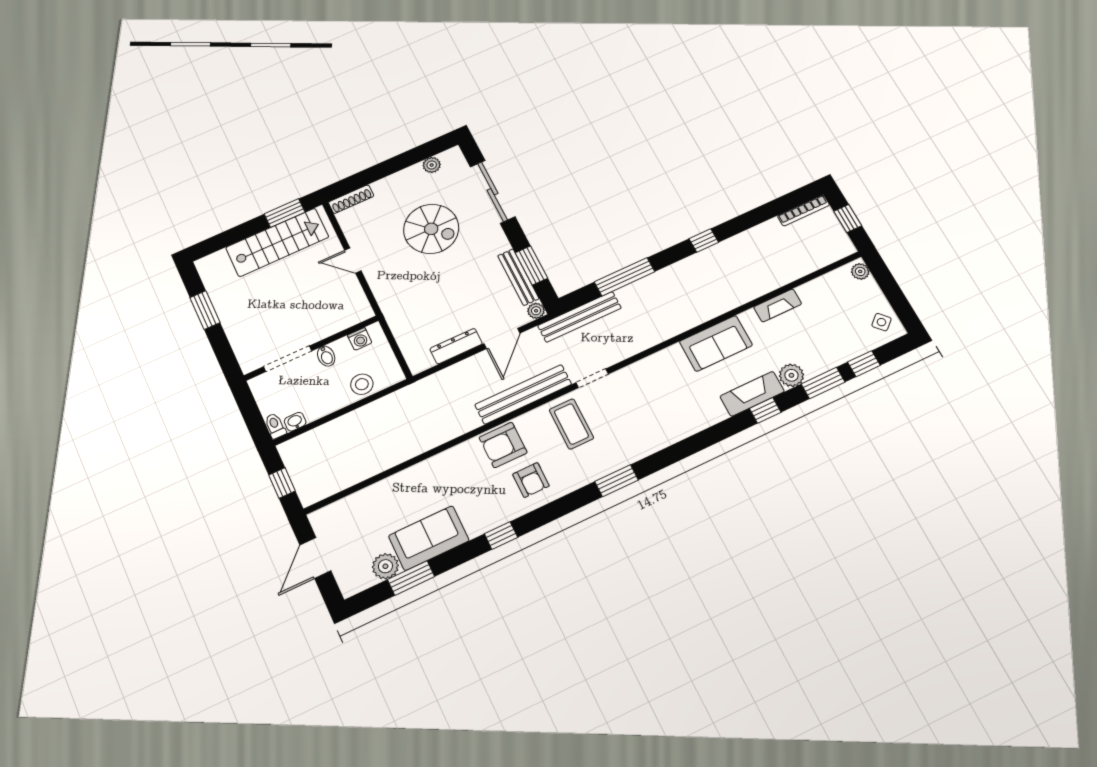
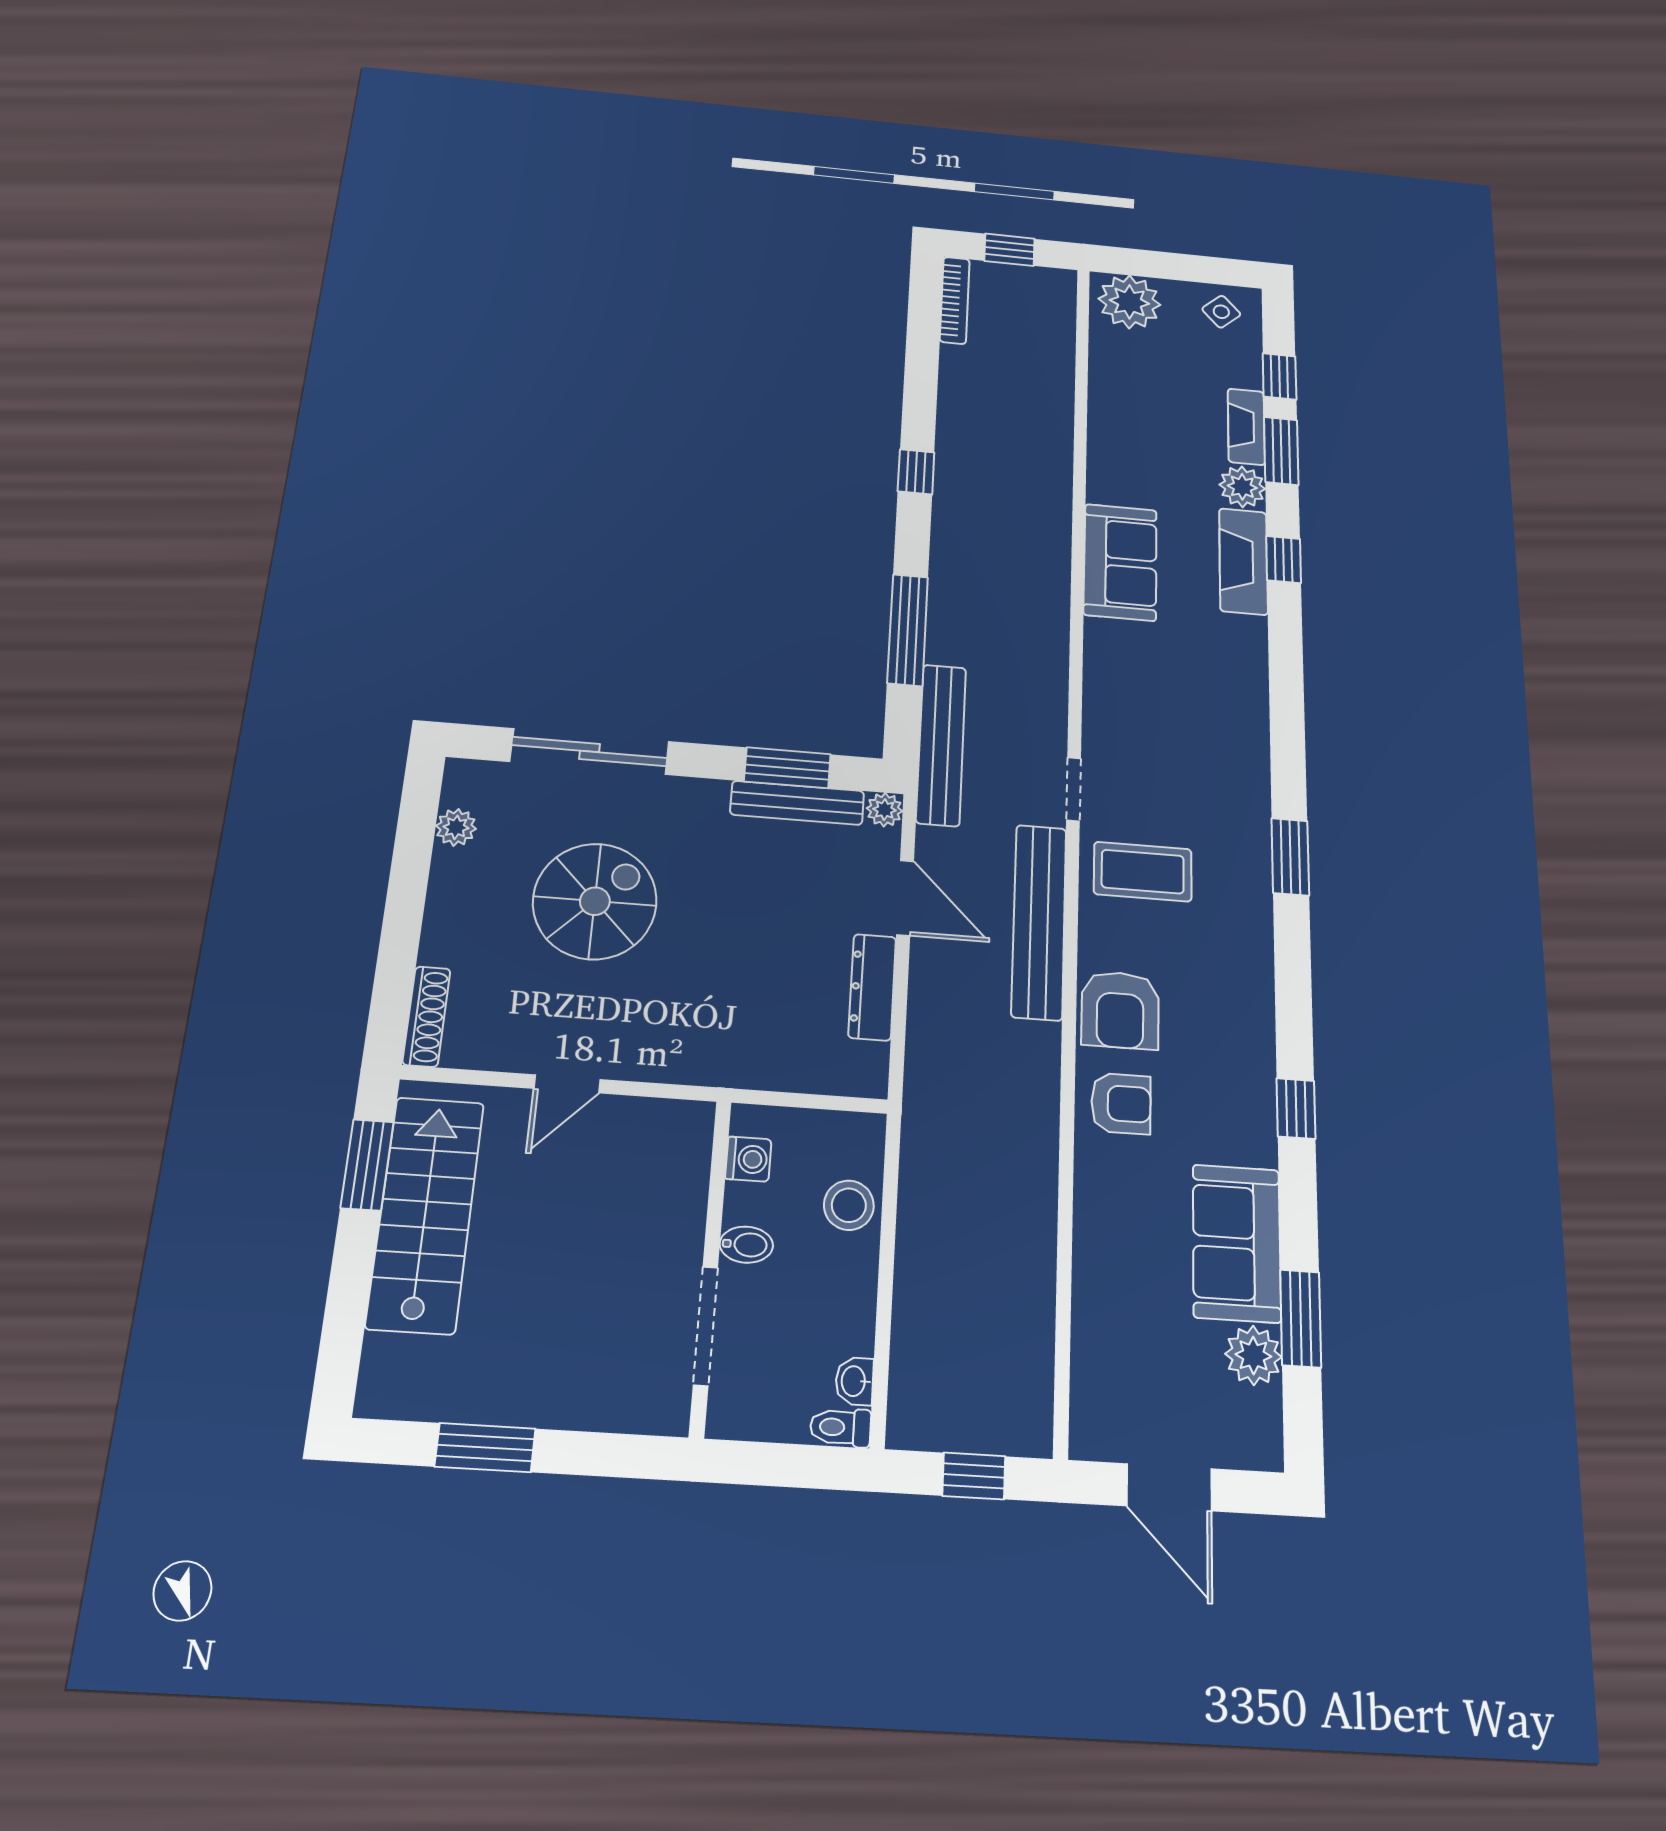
plant: (860, 271) -> (1129, 302), width x1.88, depth x1.88
fireplace: (778, 305) -> (1246, 427), moved, turned 180
armchair: (531, 480) -> (1121, 1104), moved

